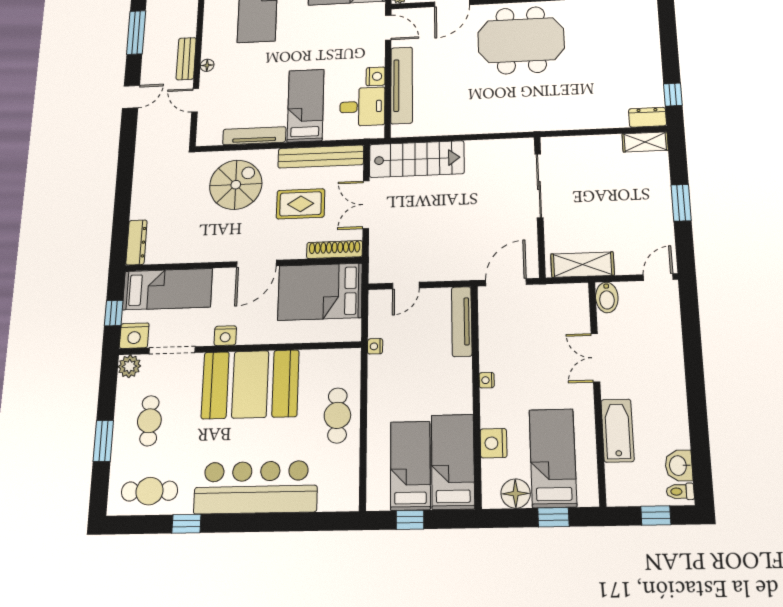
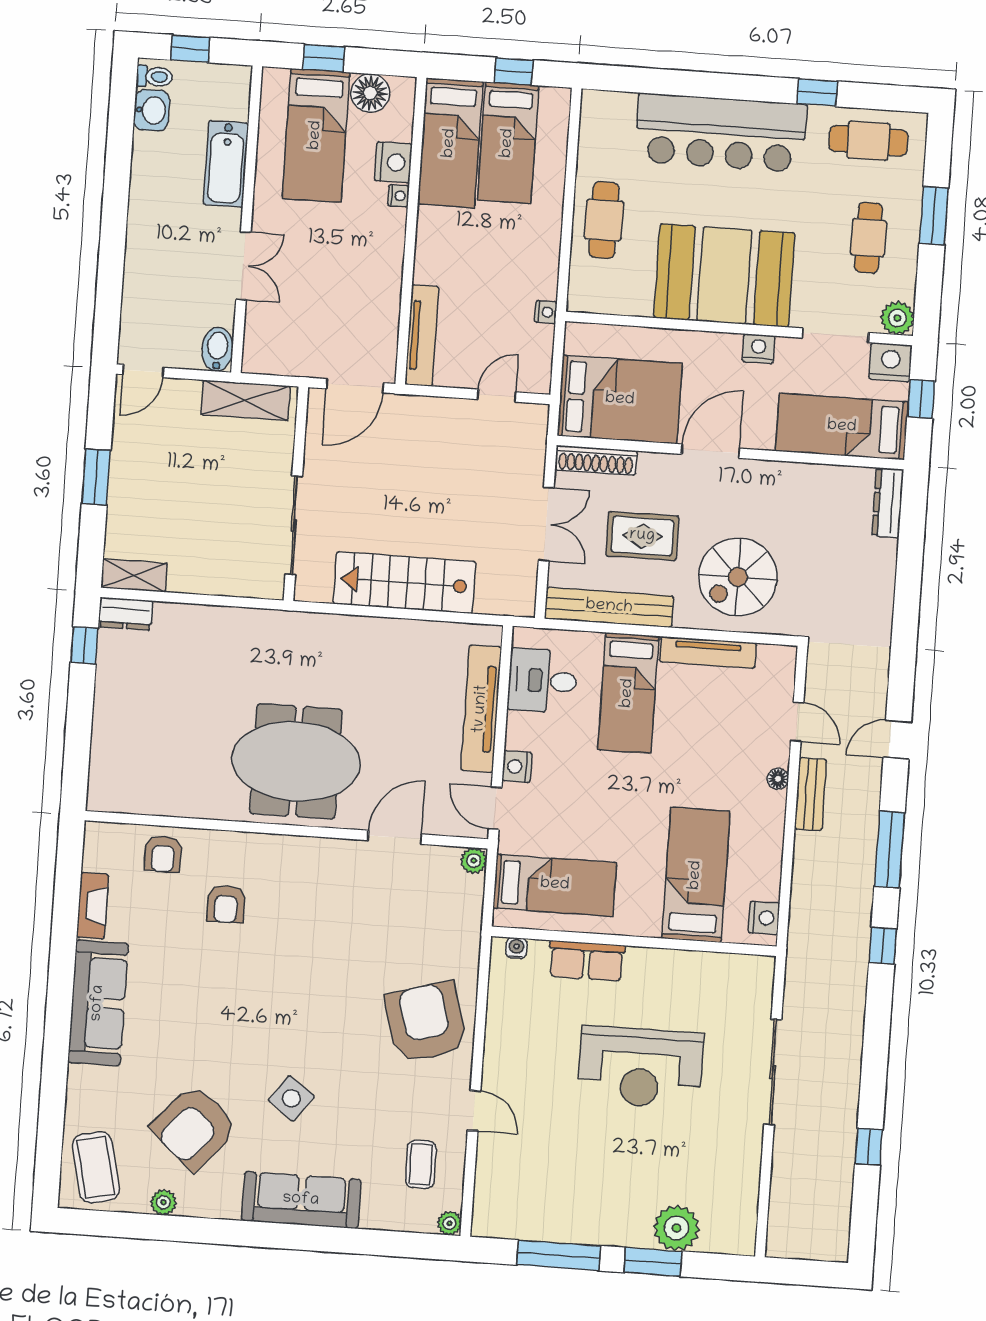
nightstand: (376, 76) -> (517, 767), moved
stairs: (417, 159) -> (404, 583), moved
nightstand: (487, 380) -> (398, 196), moved

